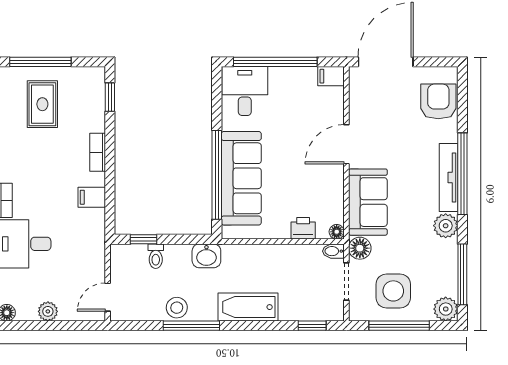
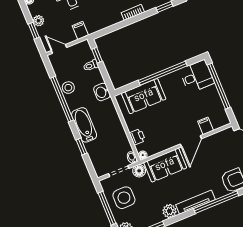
filing cabinet: (331, 76) -> (206, 126), moved
door: (346, 144) -> (191, 141), swing flipped
window: (462, 174) -> (216, 202), moved
window: (217, 175) -> (163, 73), moved
sofa: (241, 178) -> (144, 96), width x0.73
filing cabinet: (92, 197) -> (80, 30), moved
window: (61, 326) -> (34, 31), added
window: (191, 326) -> (62, 99), width x1.46
window: (312, 326) -> (82, 146), moved

